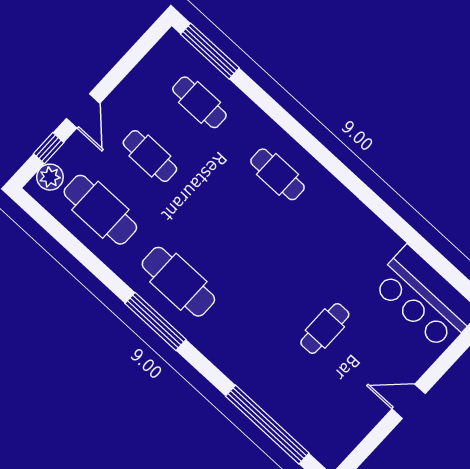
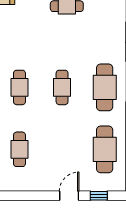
cafe table: (150, 156) -> (62, 87), moved
plant: (50, 177) -> (111, 184), removed

